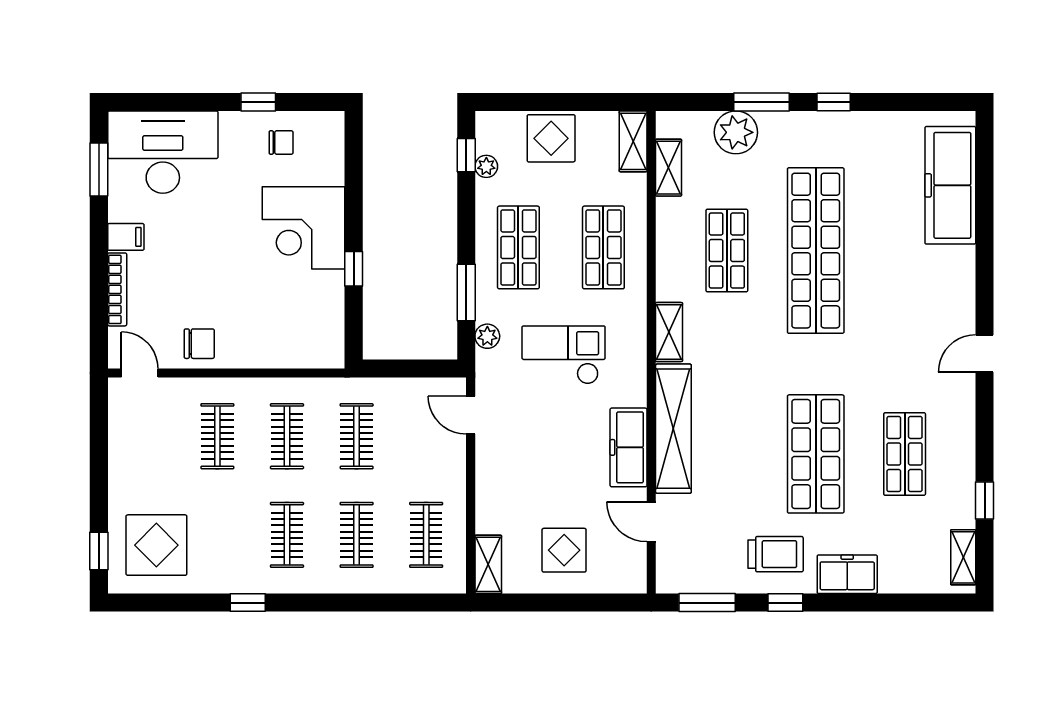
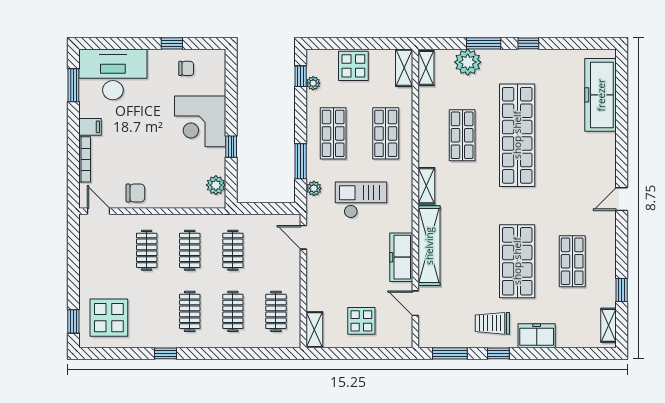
shelving: (669, 168) -> (426, 68), moved
plant: (329, 331) -> (216, 185), added
trolley: (776, 554) -> (492, 323), turned 180

